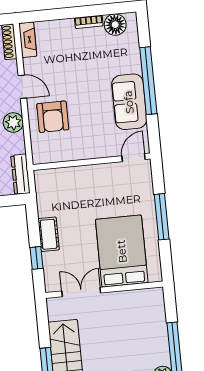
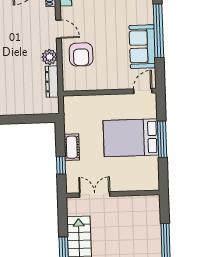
dresser: (20, 174) -> (52, 82), moved
bed: (122, 251) -> (131, 138), moved, turned -90

